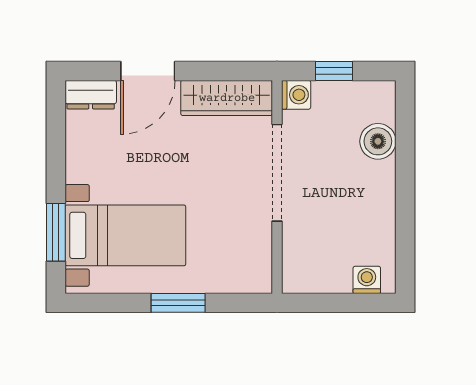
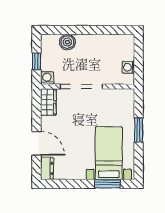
wardrobe: (227, 98) -> (48, 102), width x0.67
washing machine: (367, 280) -> (128, 67), moved

